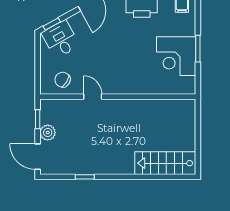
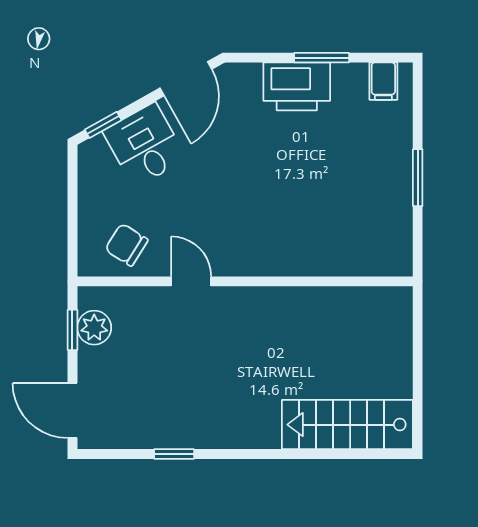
desk: (61, 39) -> (145, 145), moved
corner desk: (176, 56) -> (371, 194), removed
plant: (48, 133) -> (94, 328), moved

